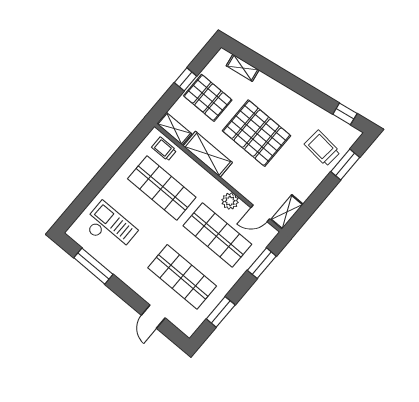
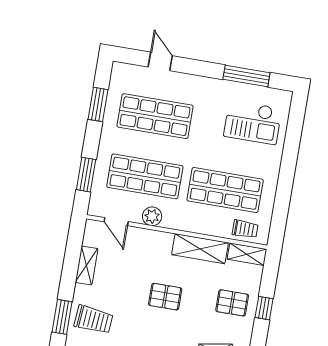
pallet: (208, 98) -> (232, 303), width x0.67, depth x0.71
pallet: (256, 133) -> (165, 297), width x0.49, depth x0.50
shelving: (287, 212) -> (87, 265), moved
door: (260, 213) -> (116, 222), swing flipped

